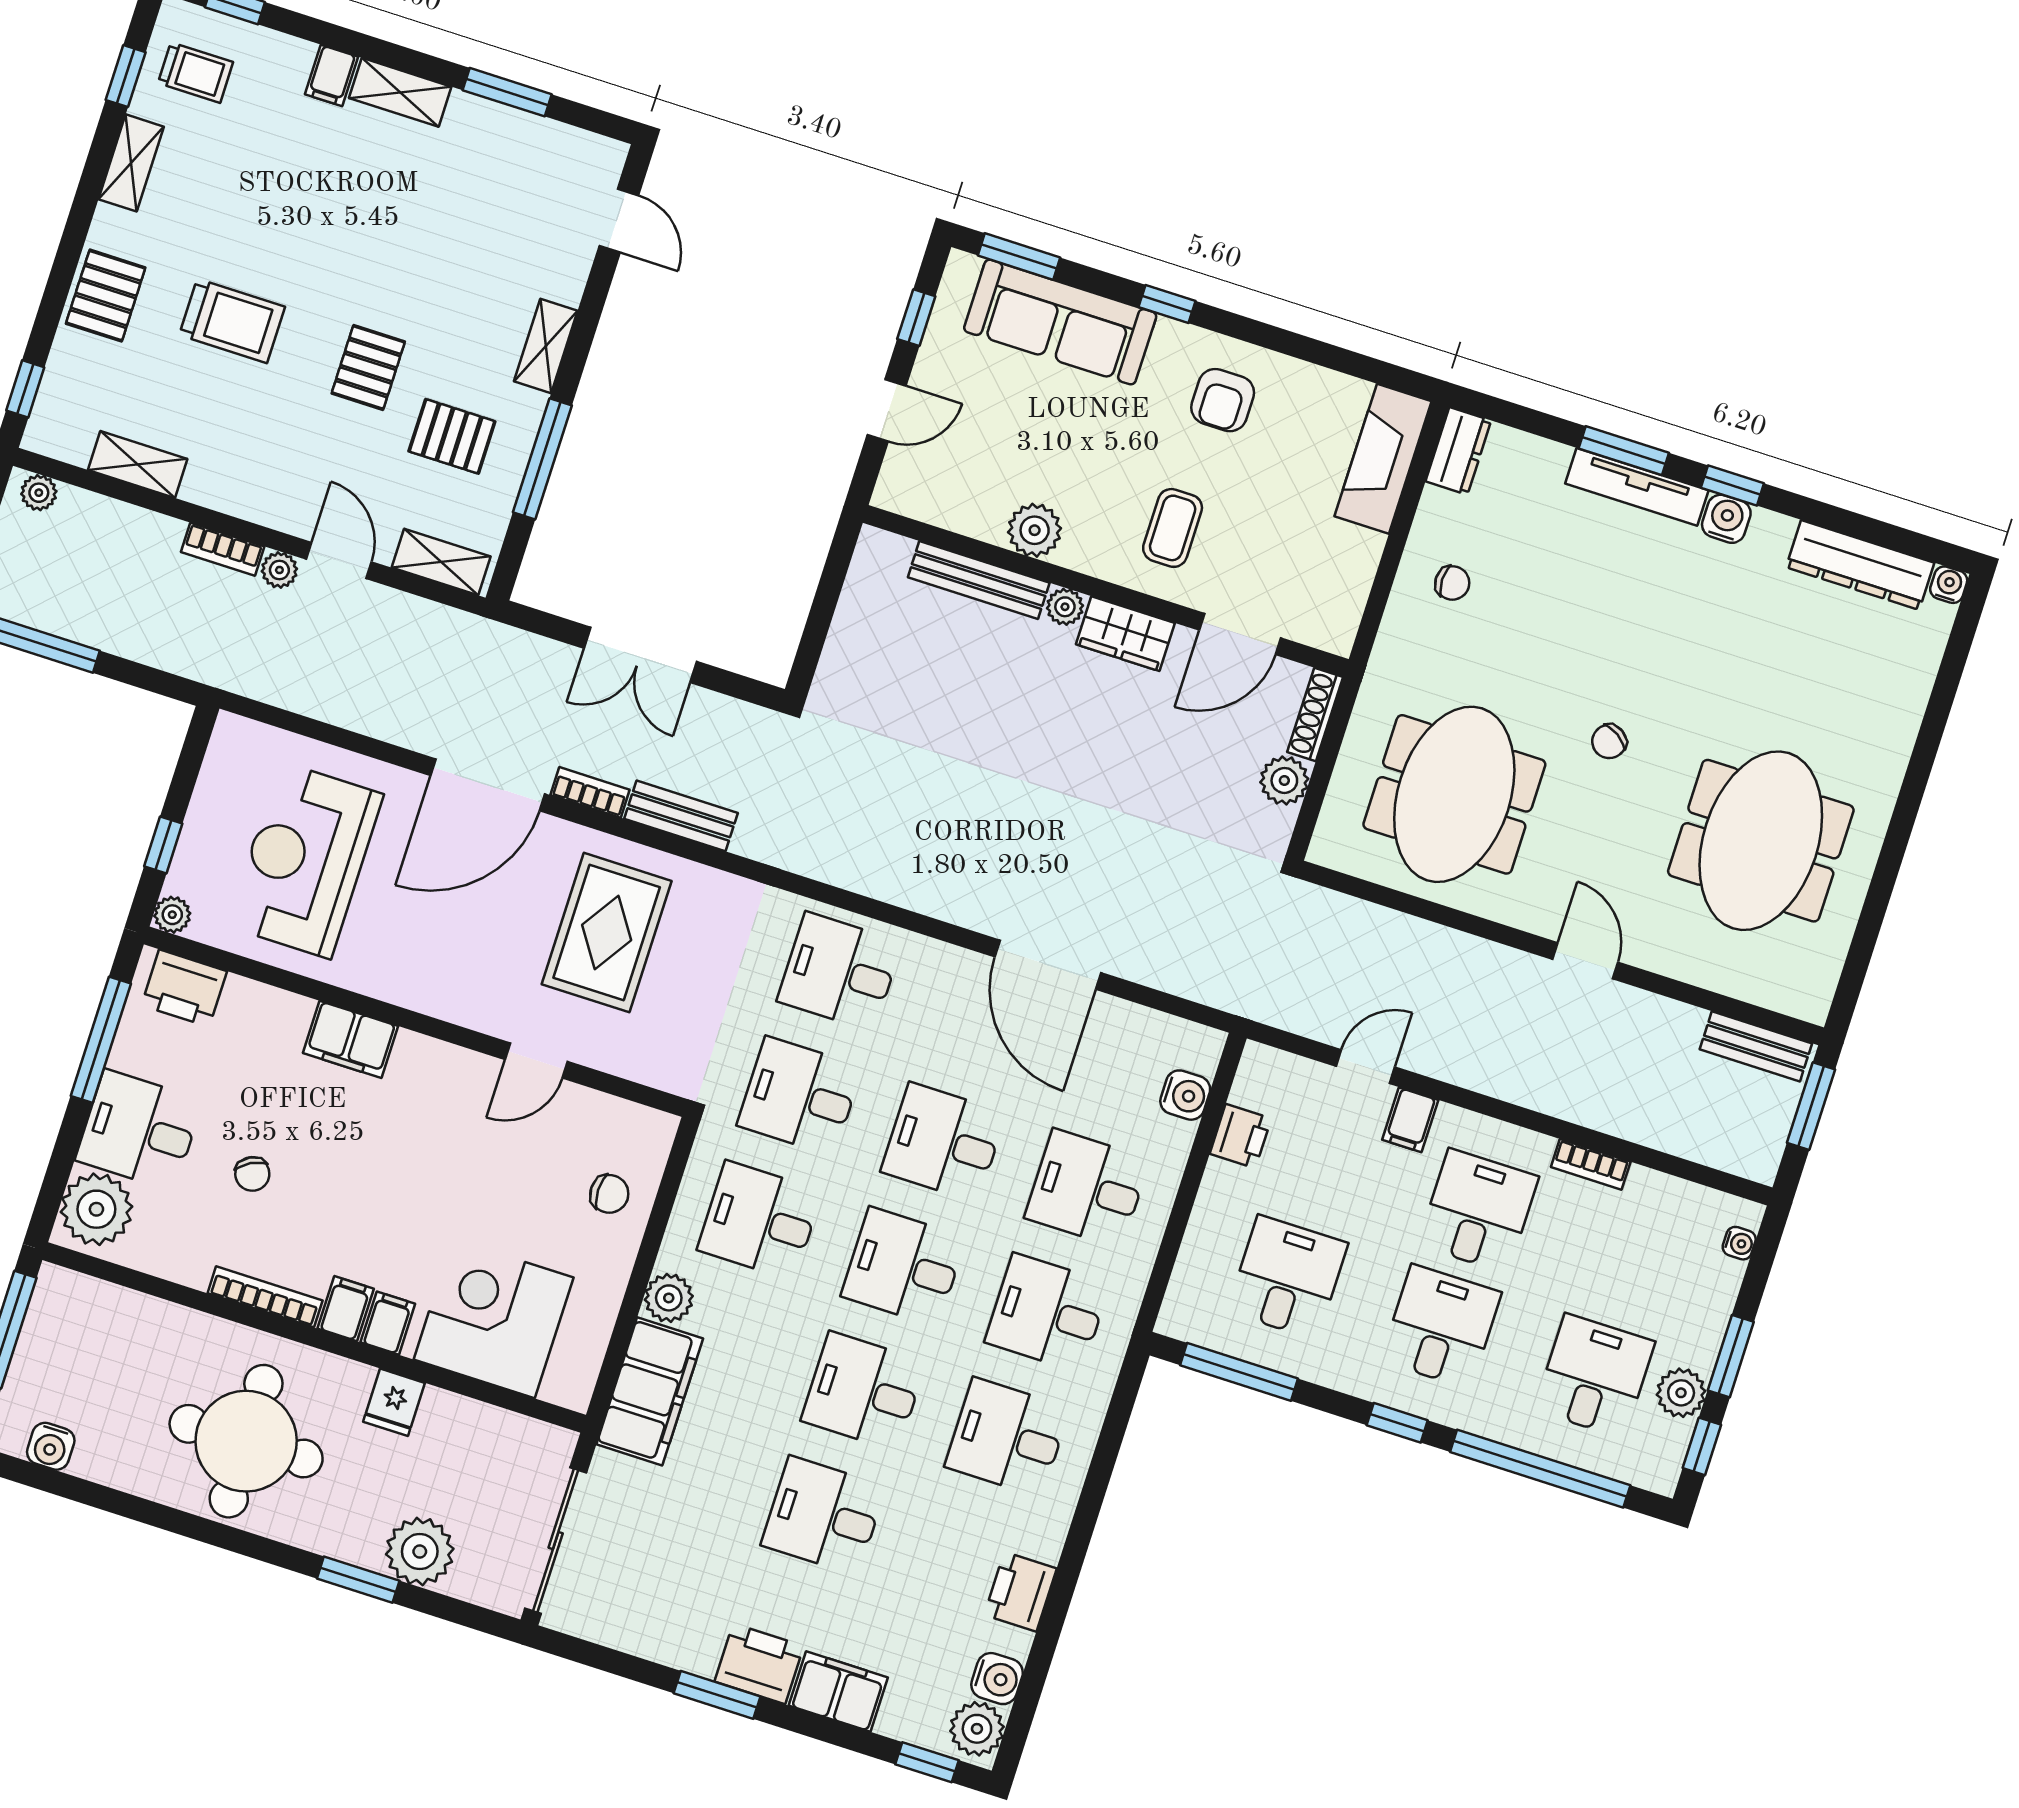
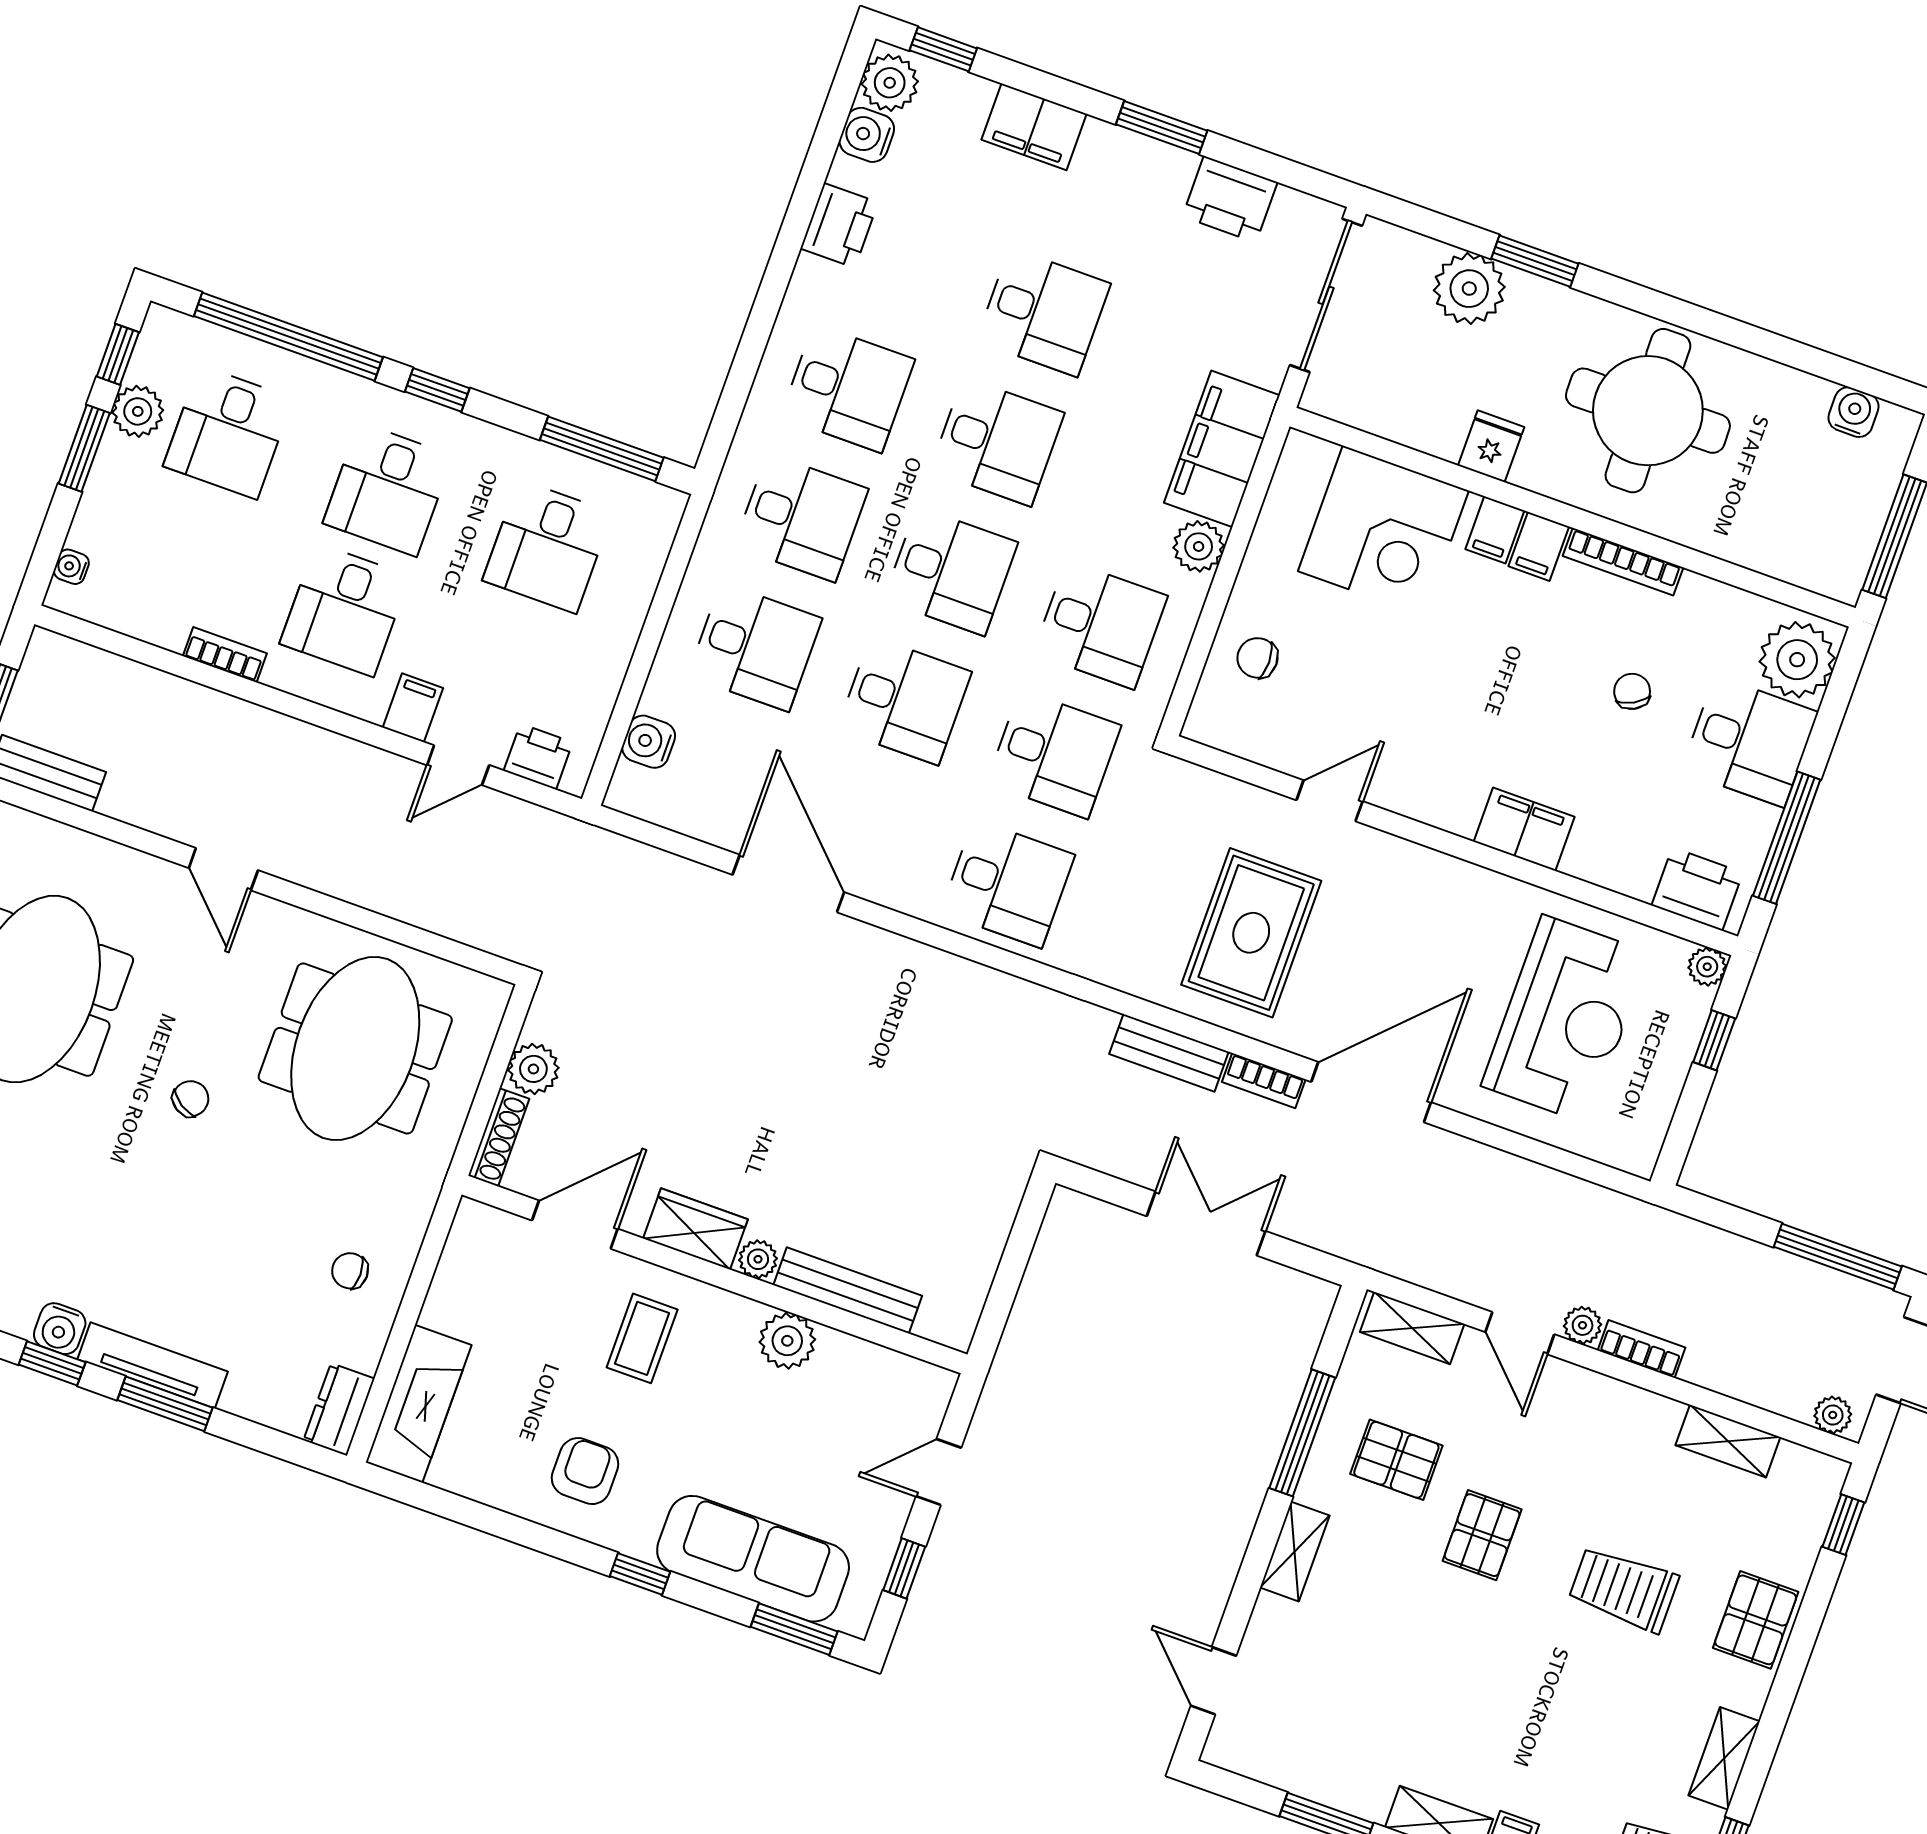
printer: (1240, 1136) -> (538, 757), moved, turned 90
printer: (759, 1664) -> (1230, 199), moved

